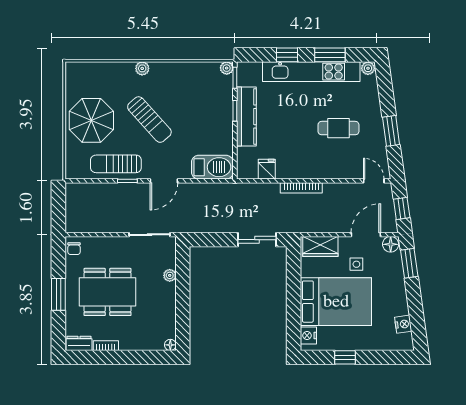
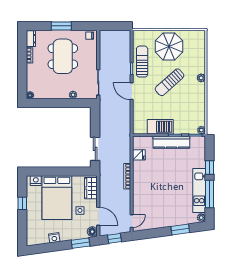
window: (330, 55) -> (210, 194), width x1.44
kitchen unit: (311, 72) -> (199, 191), width x0.73
cafe table: (338, 128) -> (164, 199), removed
window: (391, 131) -> (180, 229), moved
barbecue: (212, 167) -> (160, 127), moved, turned -90
nightstand: (403, 324) -> (54, 238), moved

